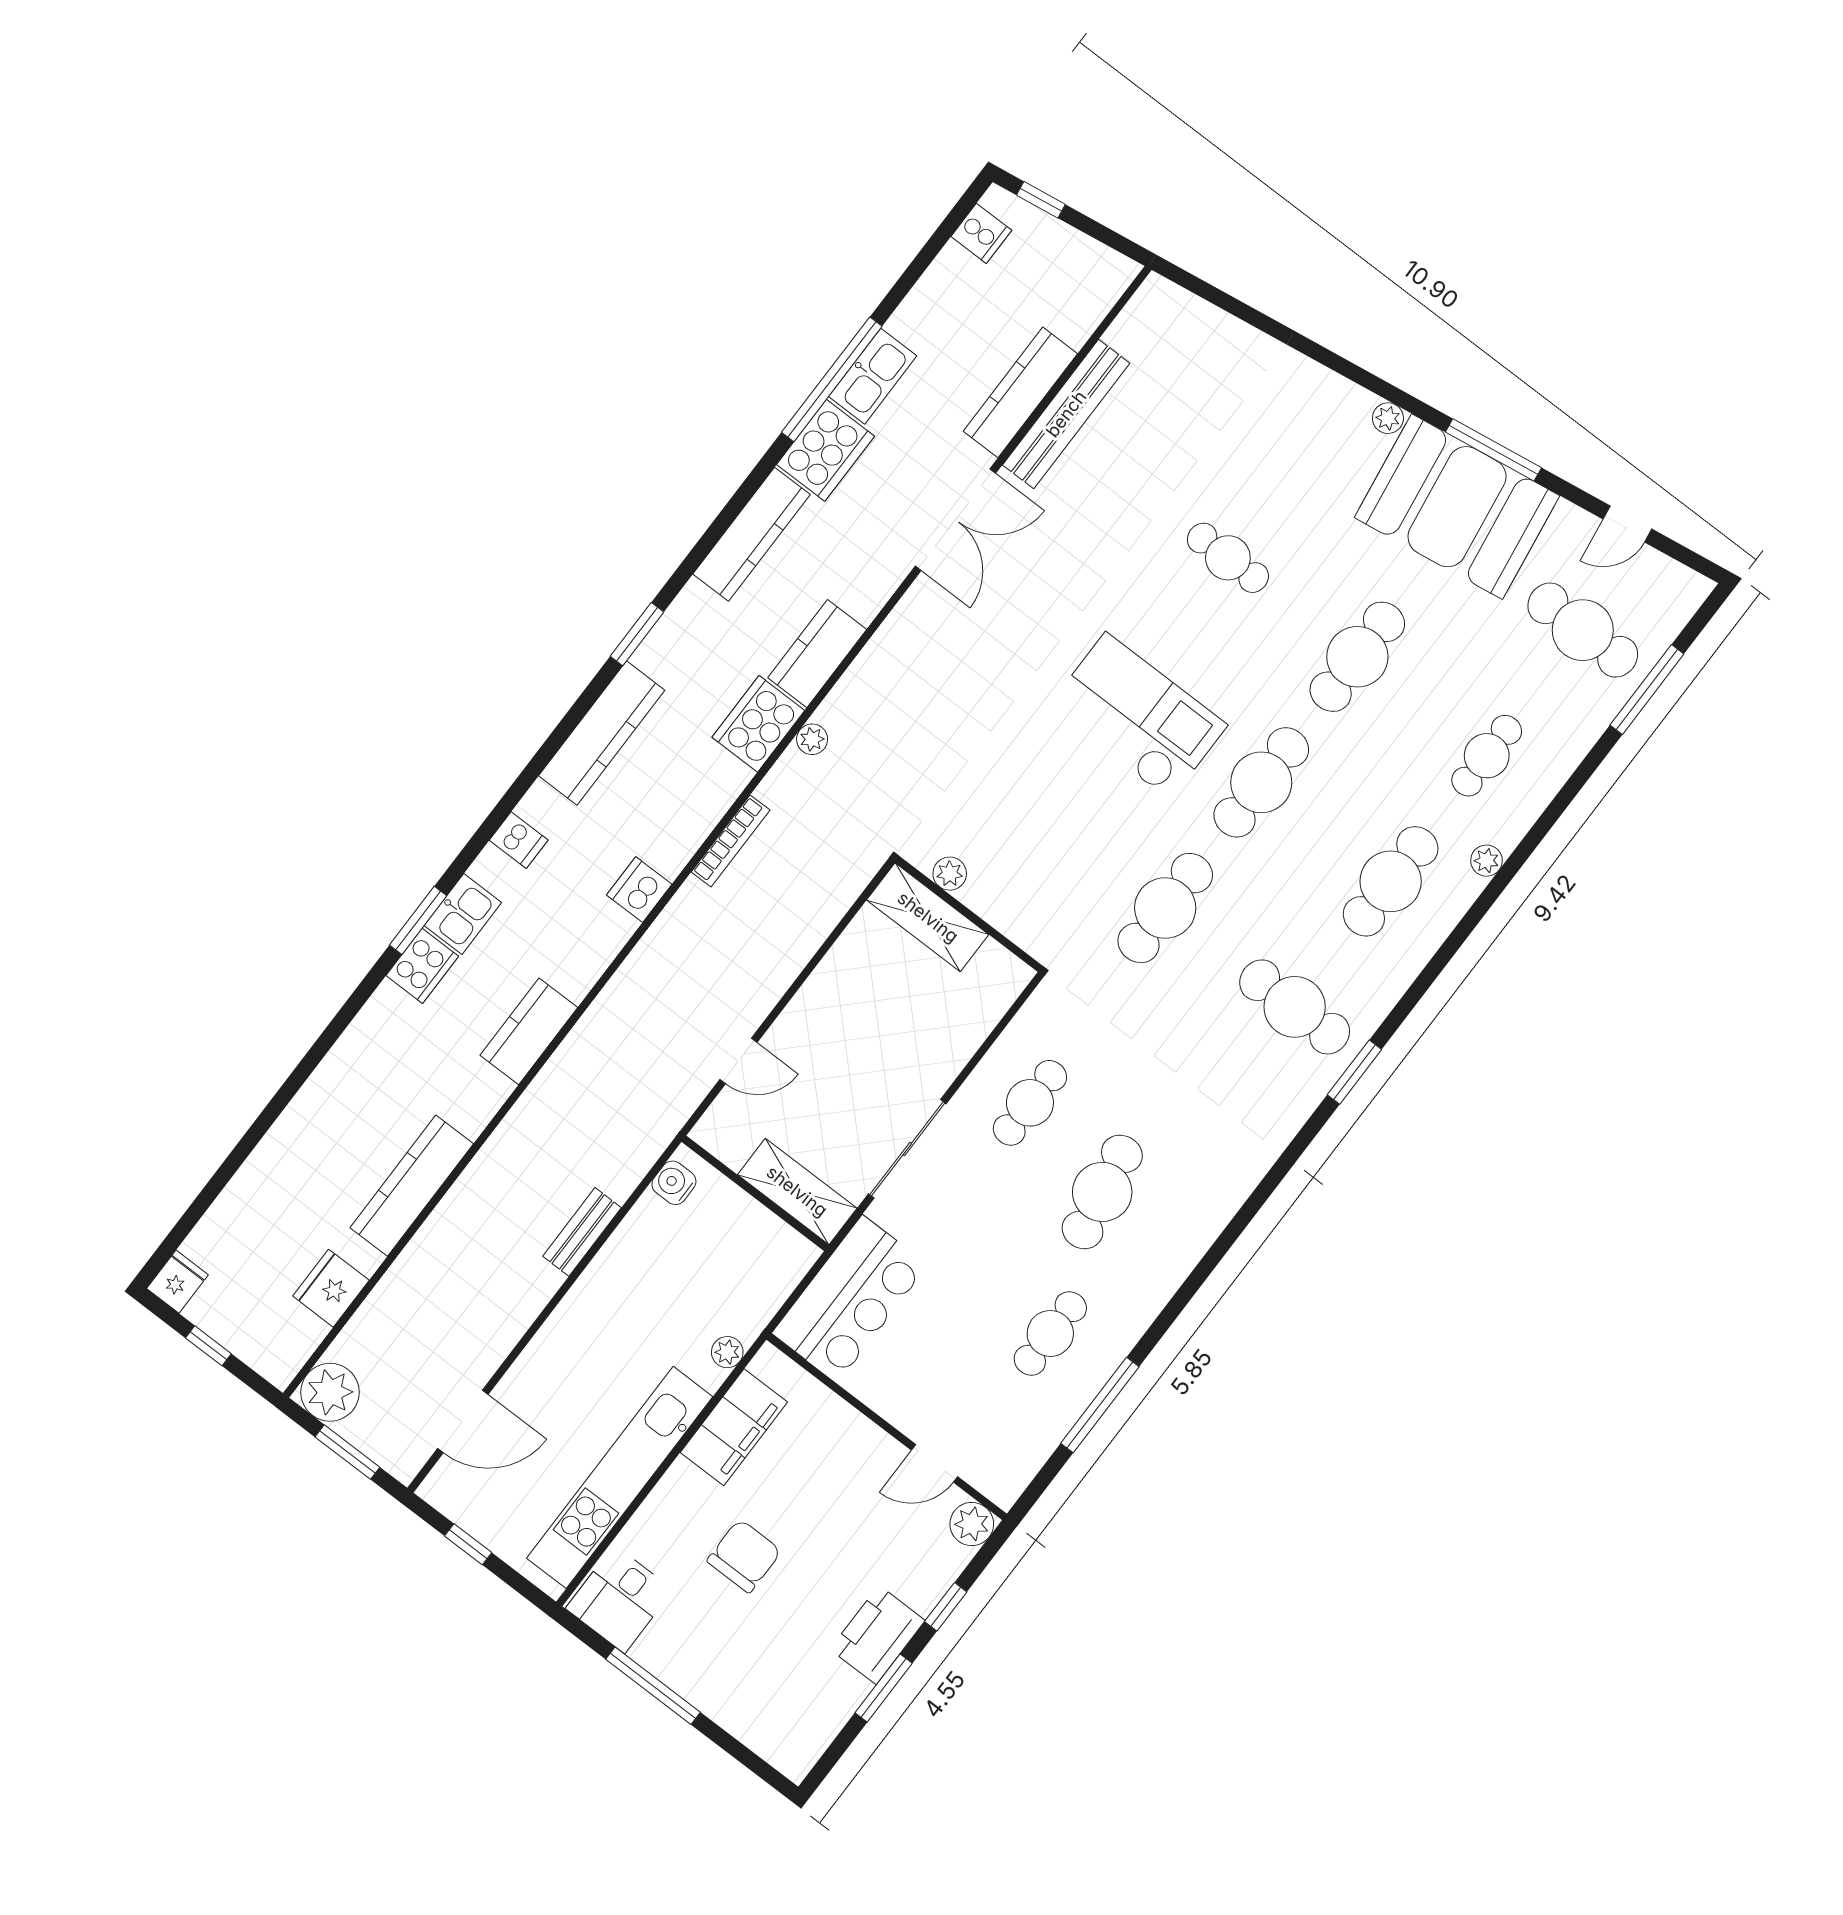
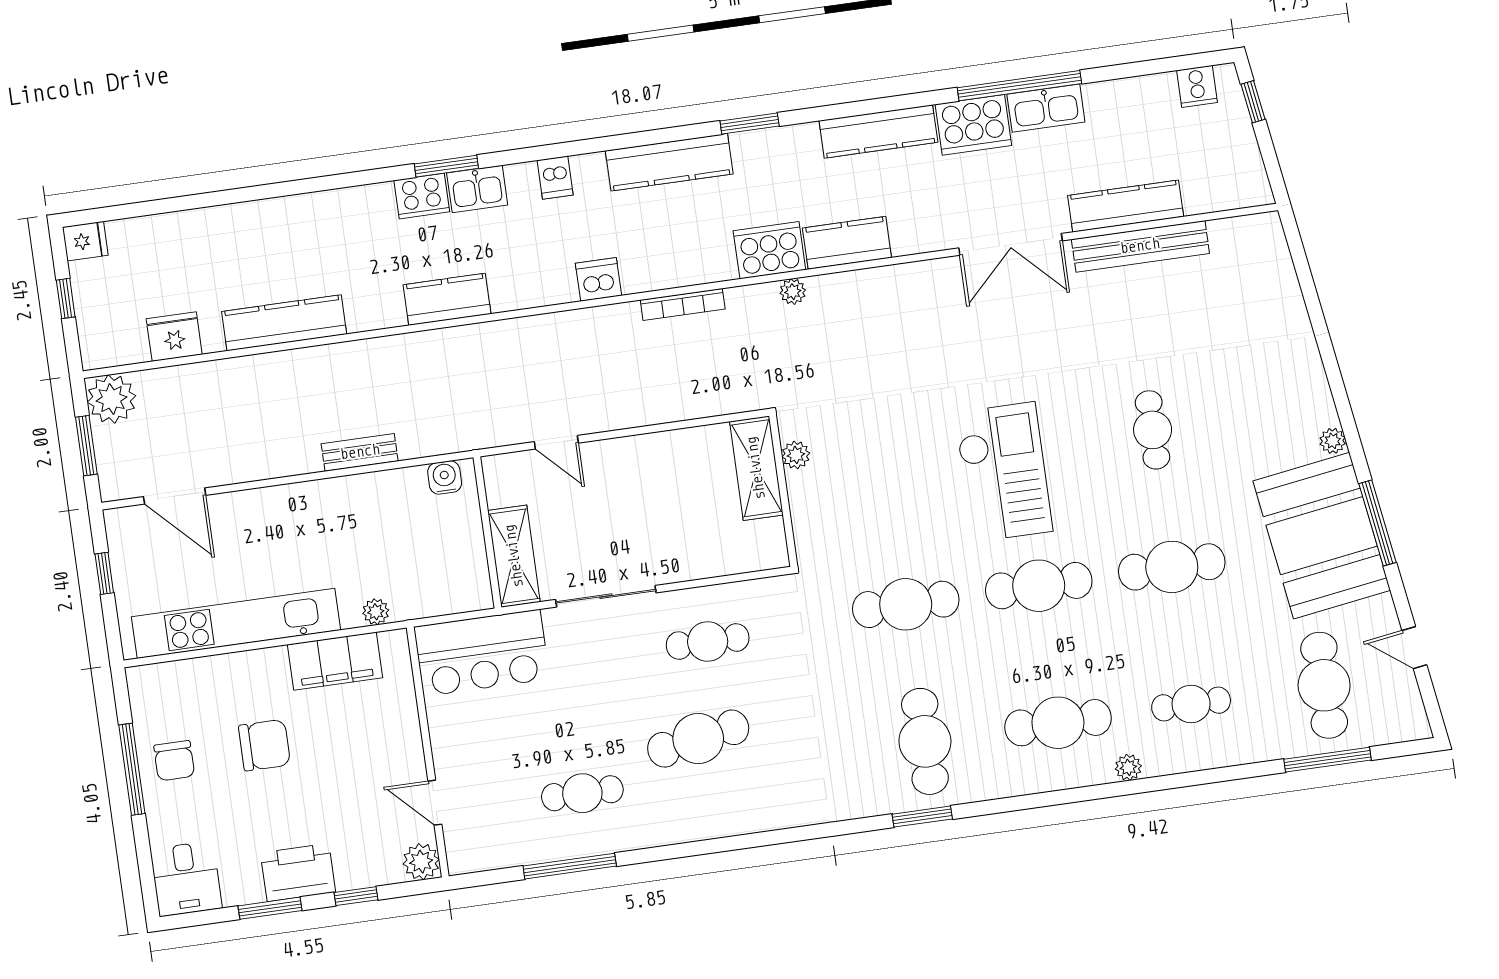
desk: (619, 1599) -> (186, 879), moved, turned -90
chair: (681, 1644) -> (174, 761), added

